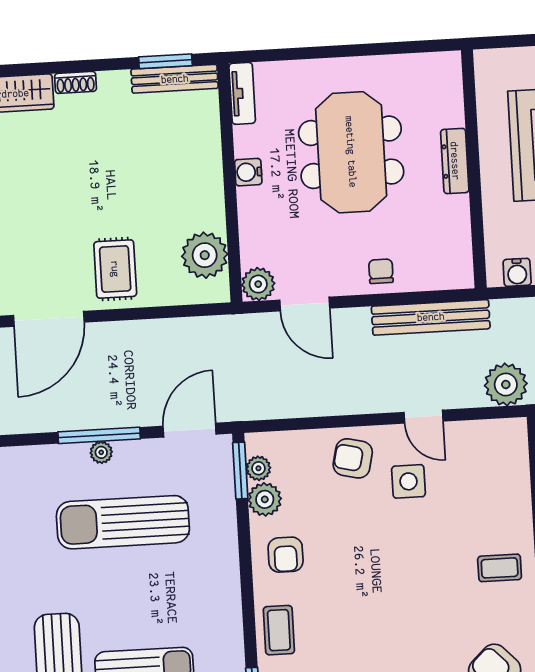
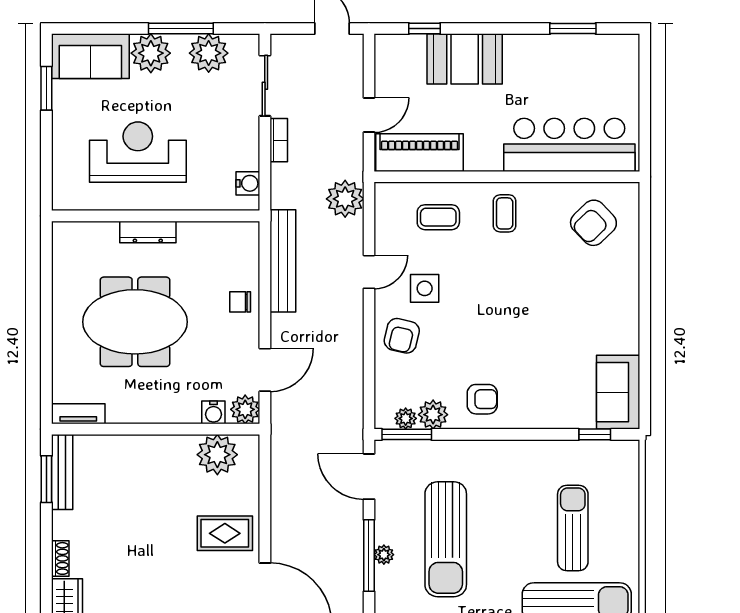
water cooler: (248, 172) -> (213, 412), moved
coffee table: (279, 630) -> (438, 217), moved

